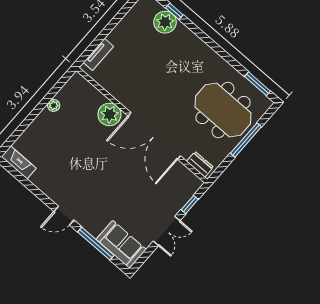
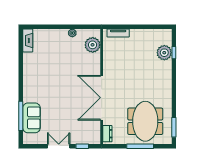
plant: (109, 114) -> (93, 45), moved
door: (64, 216) -> (21, 87), removed
double door: (167, 231) -> (59, 146), swing flipped
sofa: (121, 244) -> (31, 118), moved

